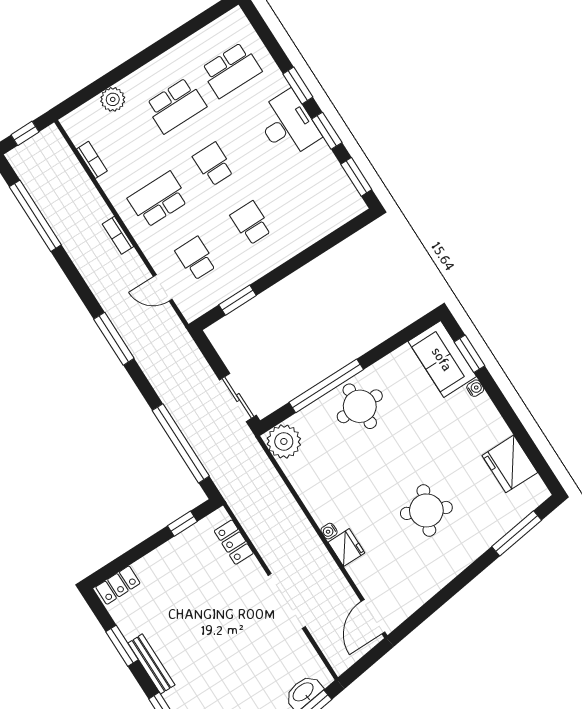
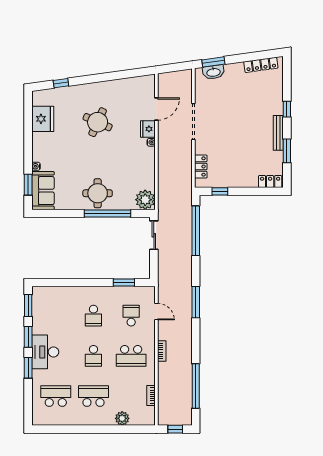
school desk: (196, 258) -> (131, 316), turned 180
window: (517, 533) -> (61, 83), width x0.46
door: (373, 617) -> (156, 109), moved

